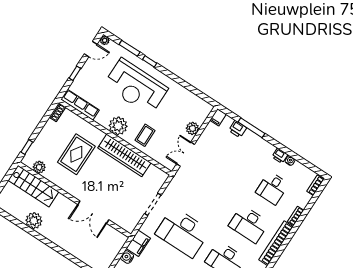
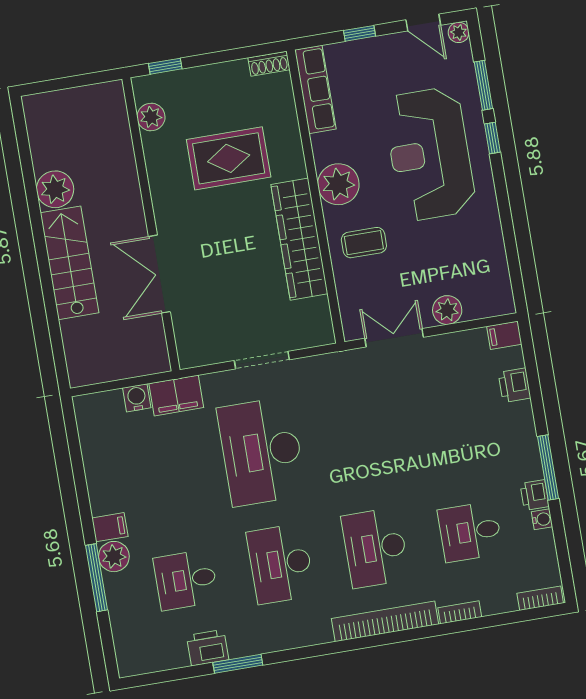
window: (251, 128) -> (548, 468), moved
stairs: (34, 186) -> (69, 263), moved, turned 180

